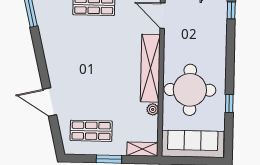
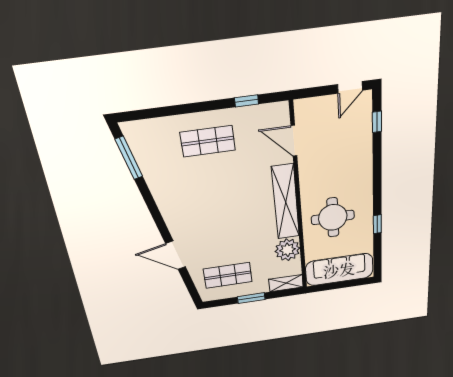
round table: (190, 90) -> (333, 217), width x0.73, depth x0.73
plant: (153, 109) -> (287, 250), width x1.87, depth x1.87

